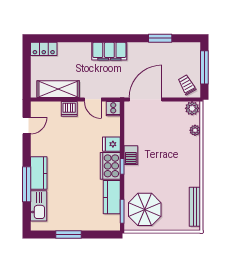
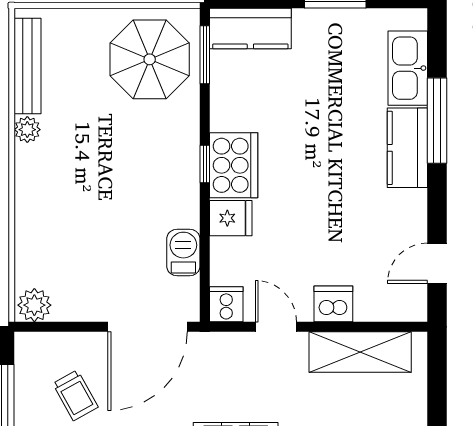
trolley: (187, 85) -> (75, 395), moved
plant: (195, 130) -> (27, 130), moved
barbecue: (131, 155) -> (183, 253), moved
kitchen counter: (112, 197) -> (250, 28), moved, turned 90

